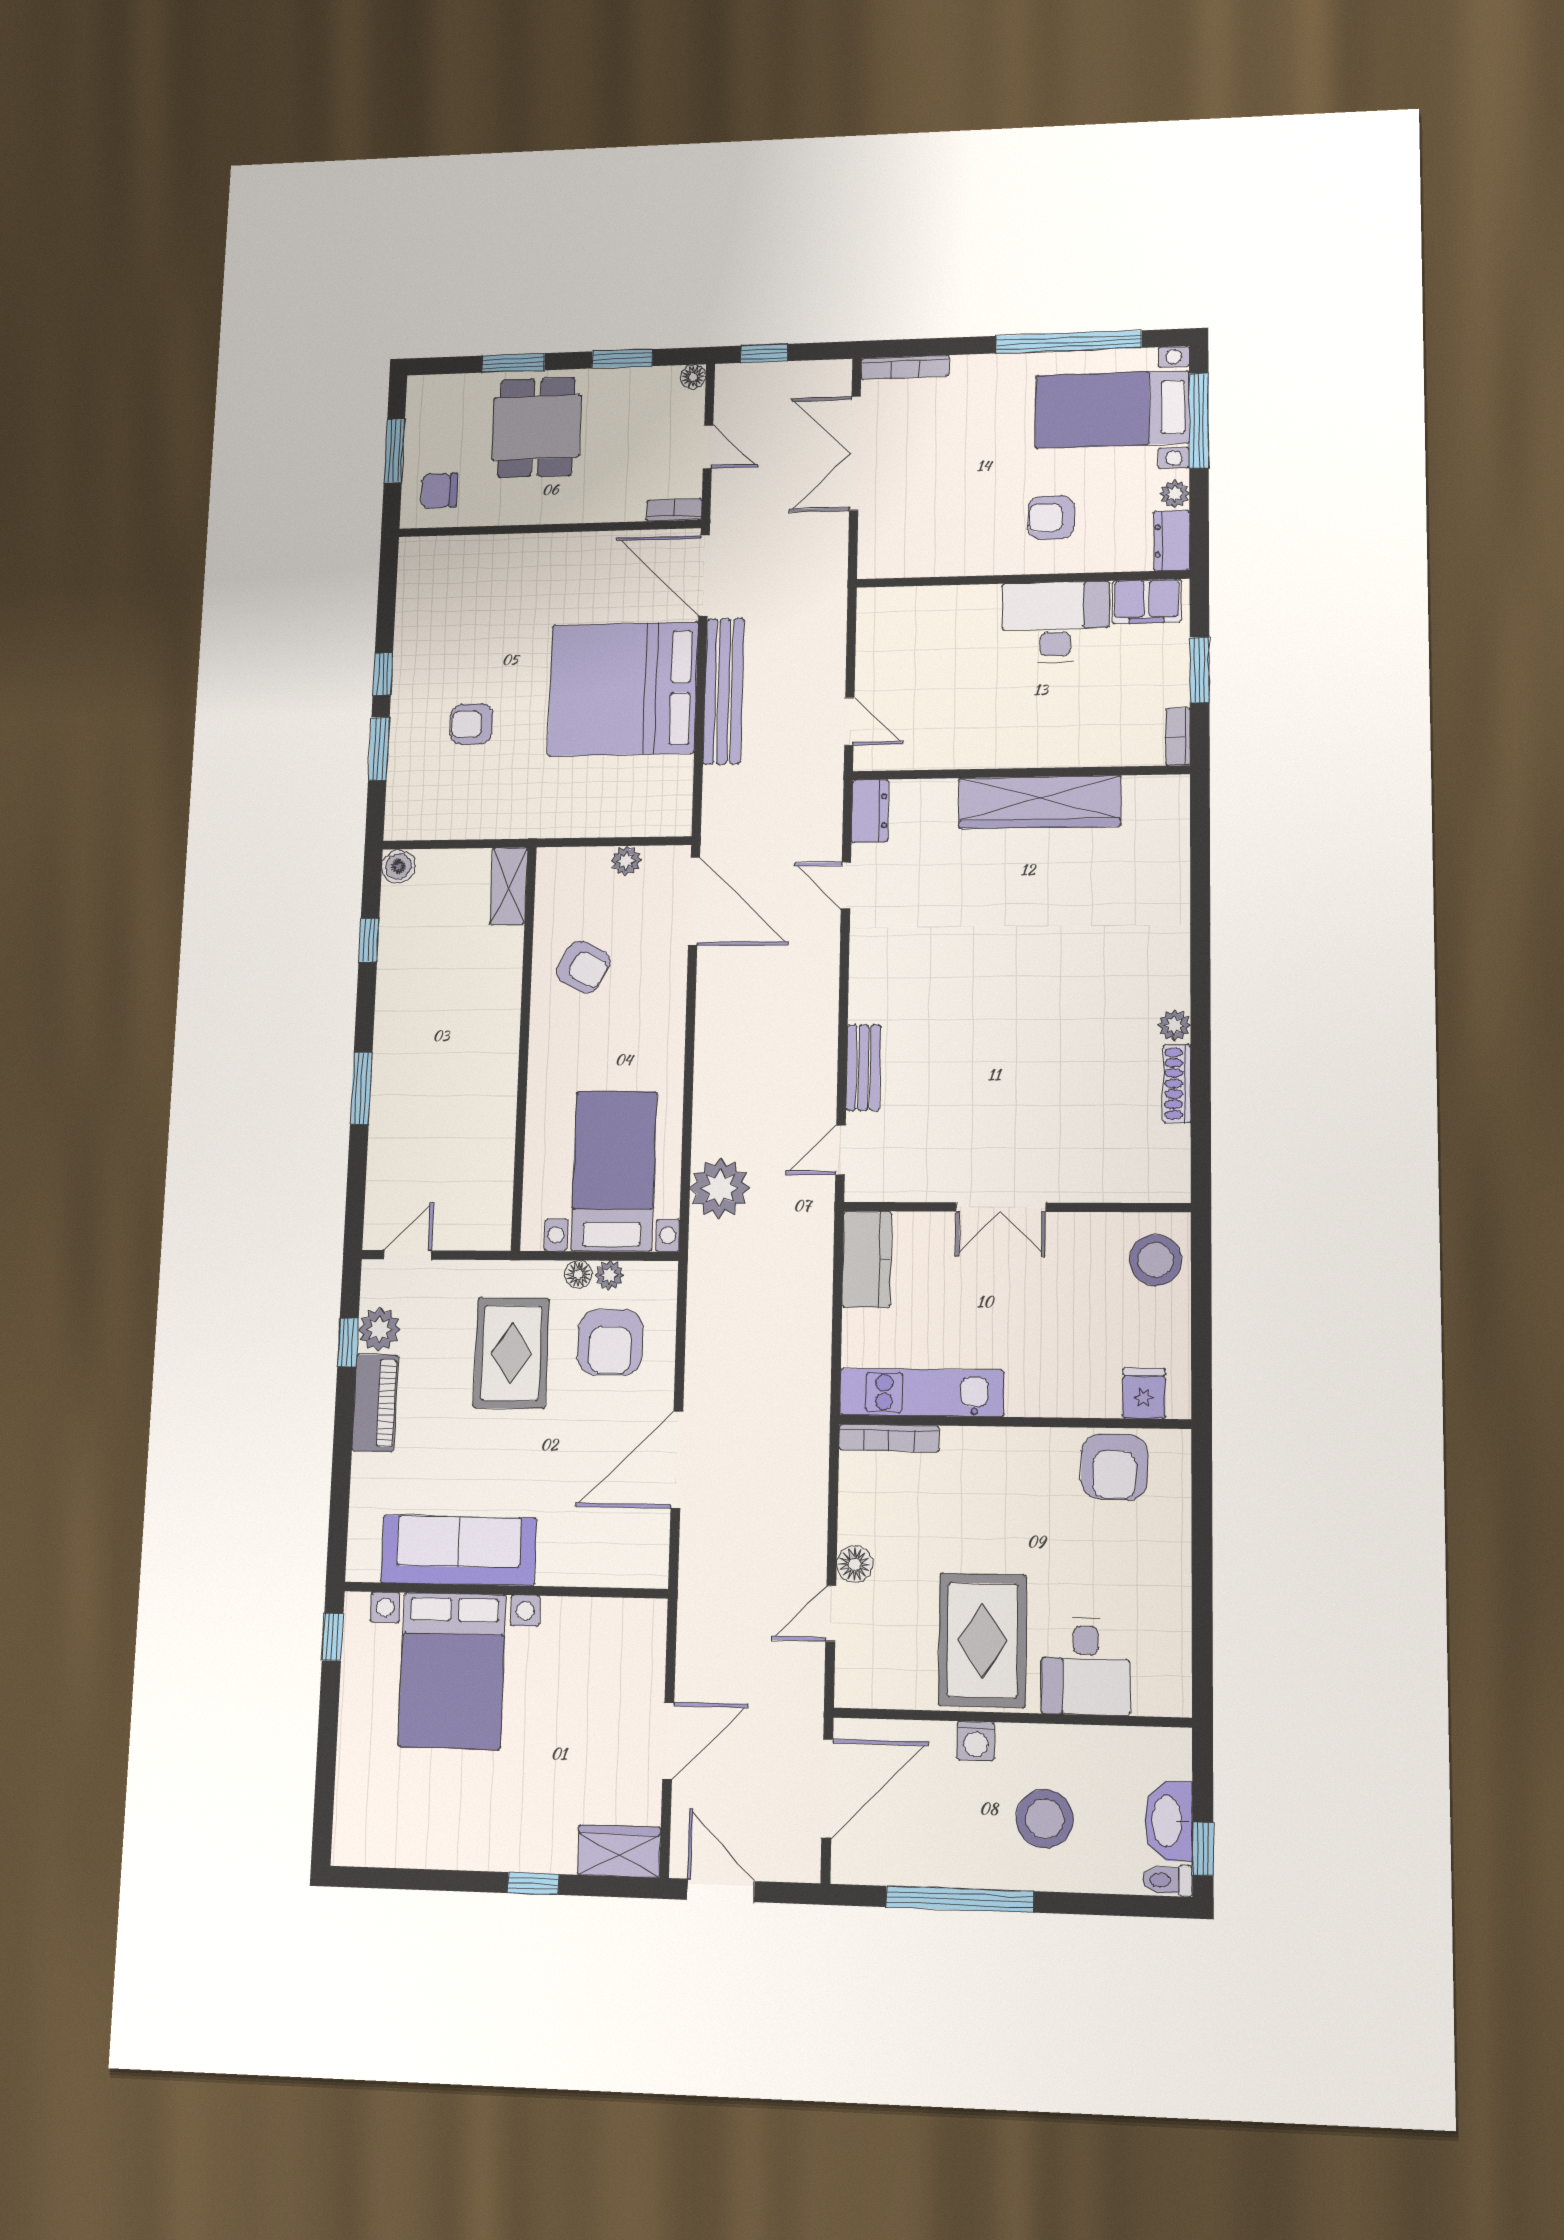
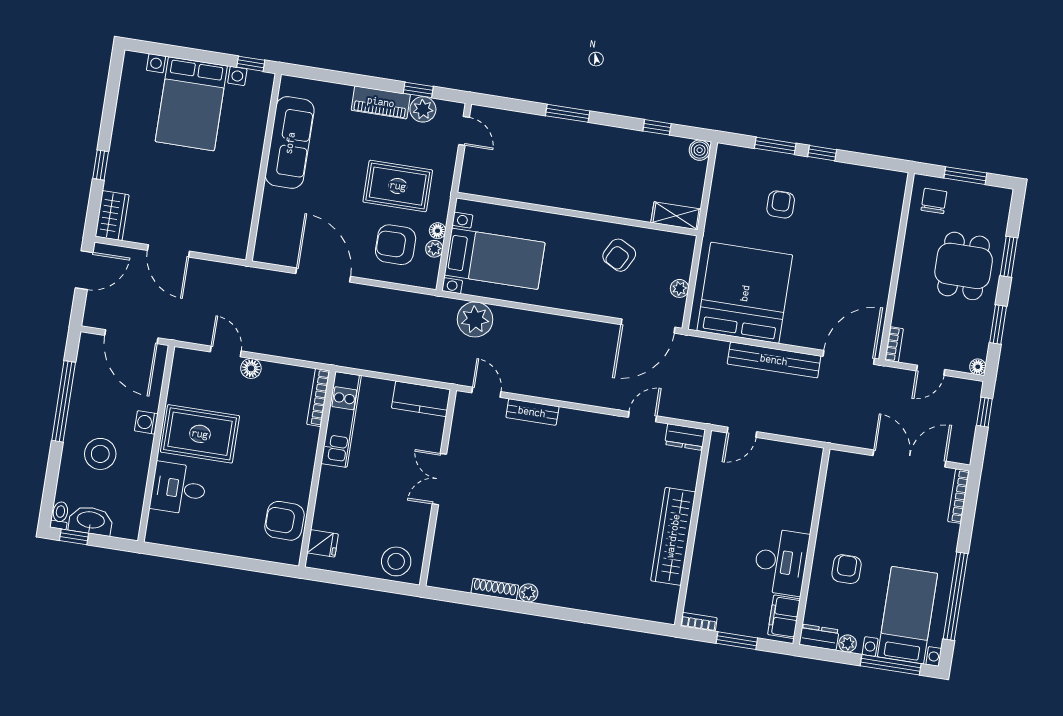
dining table: (536, 427) -> (964, 266), turned 90
bed: (623, 689) -> (745, 293), moved
bed with nightstands: (452, 1671) -> (191, 104), moved, turned -90

